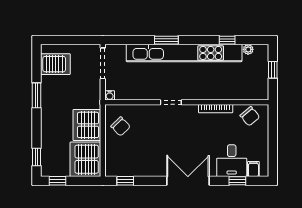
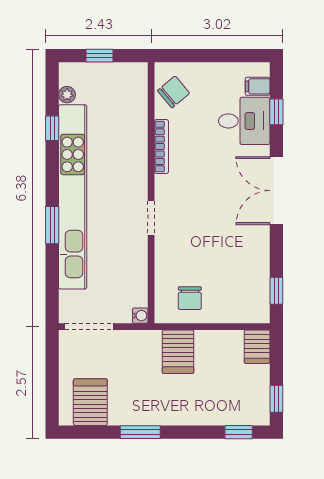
server rack: (87, 125) -> (178, 352), width x0.62
chair: (121, 126) -> (190, 298), turned 134
server rack: (85, 159) -> (257, 347), width x0.46, depth x0.70

